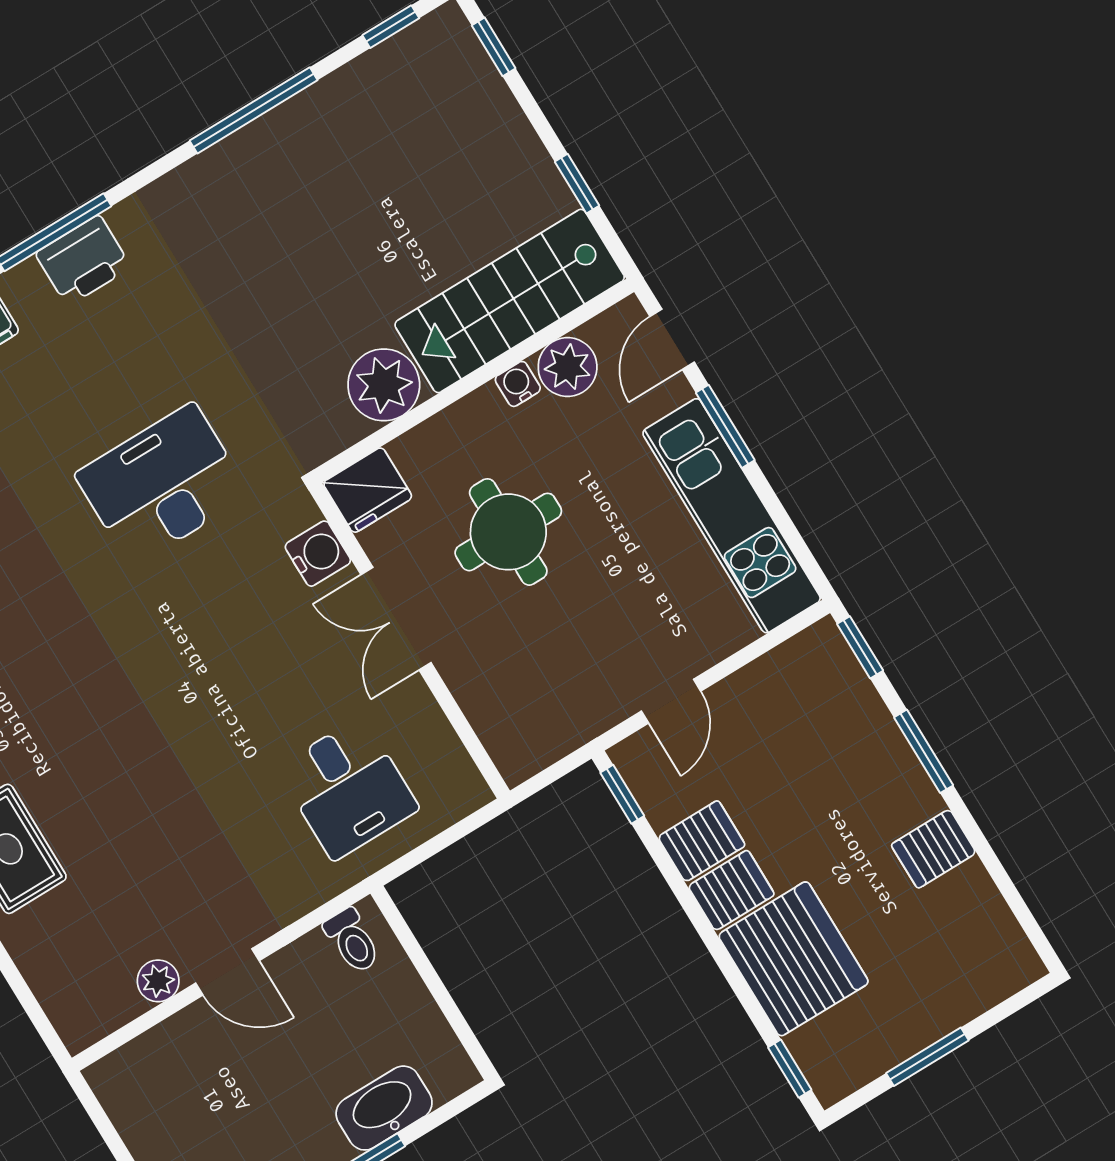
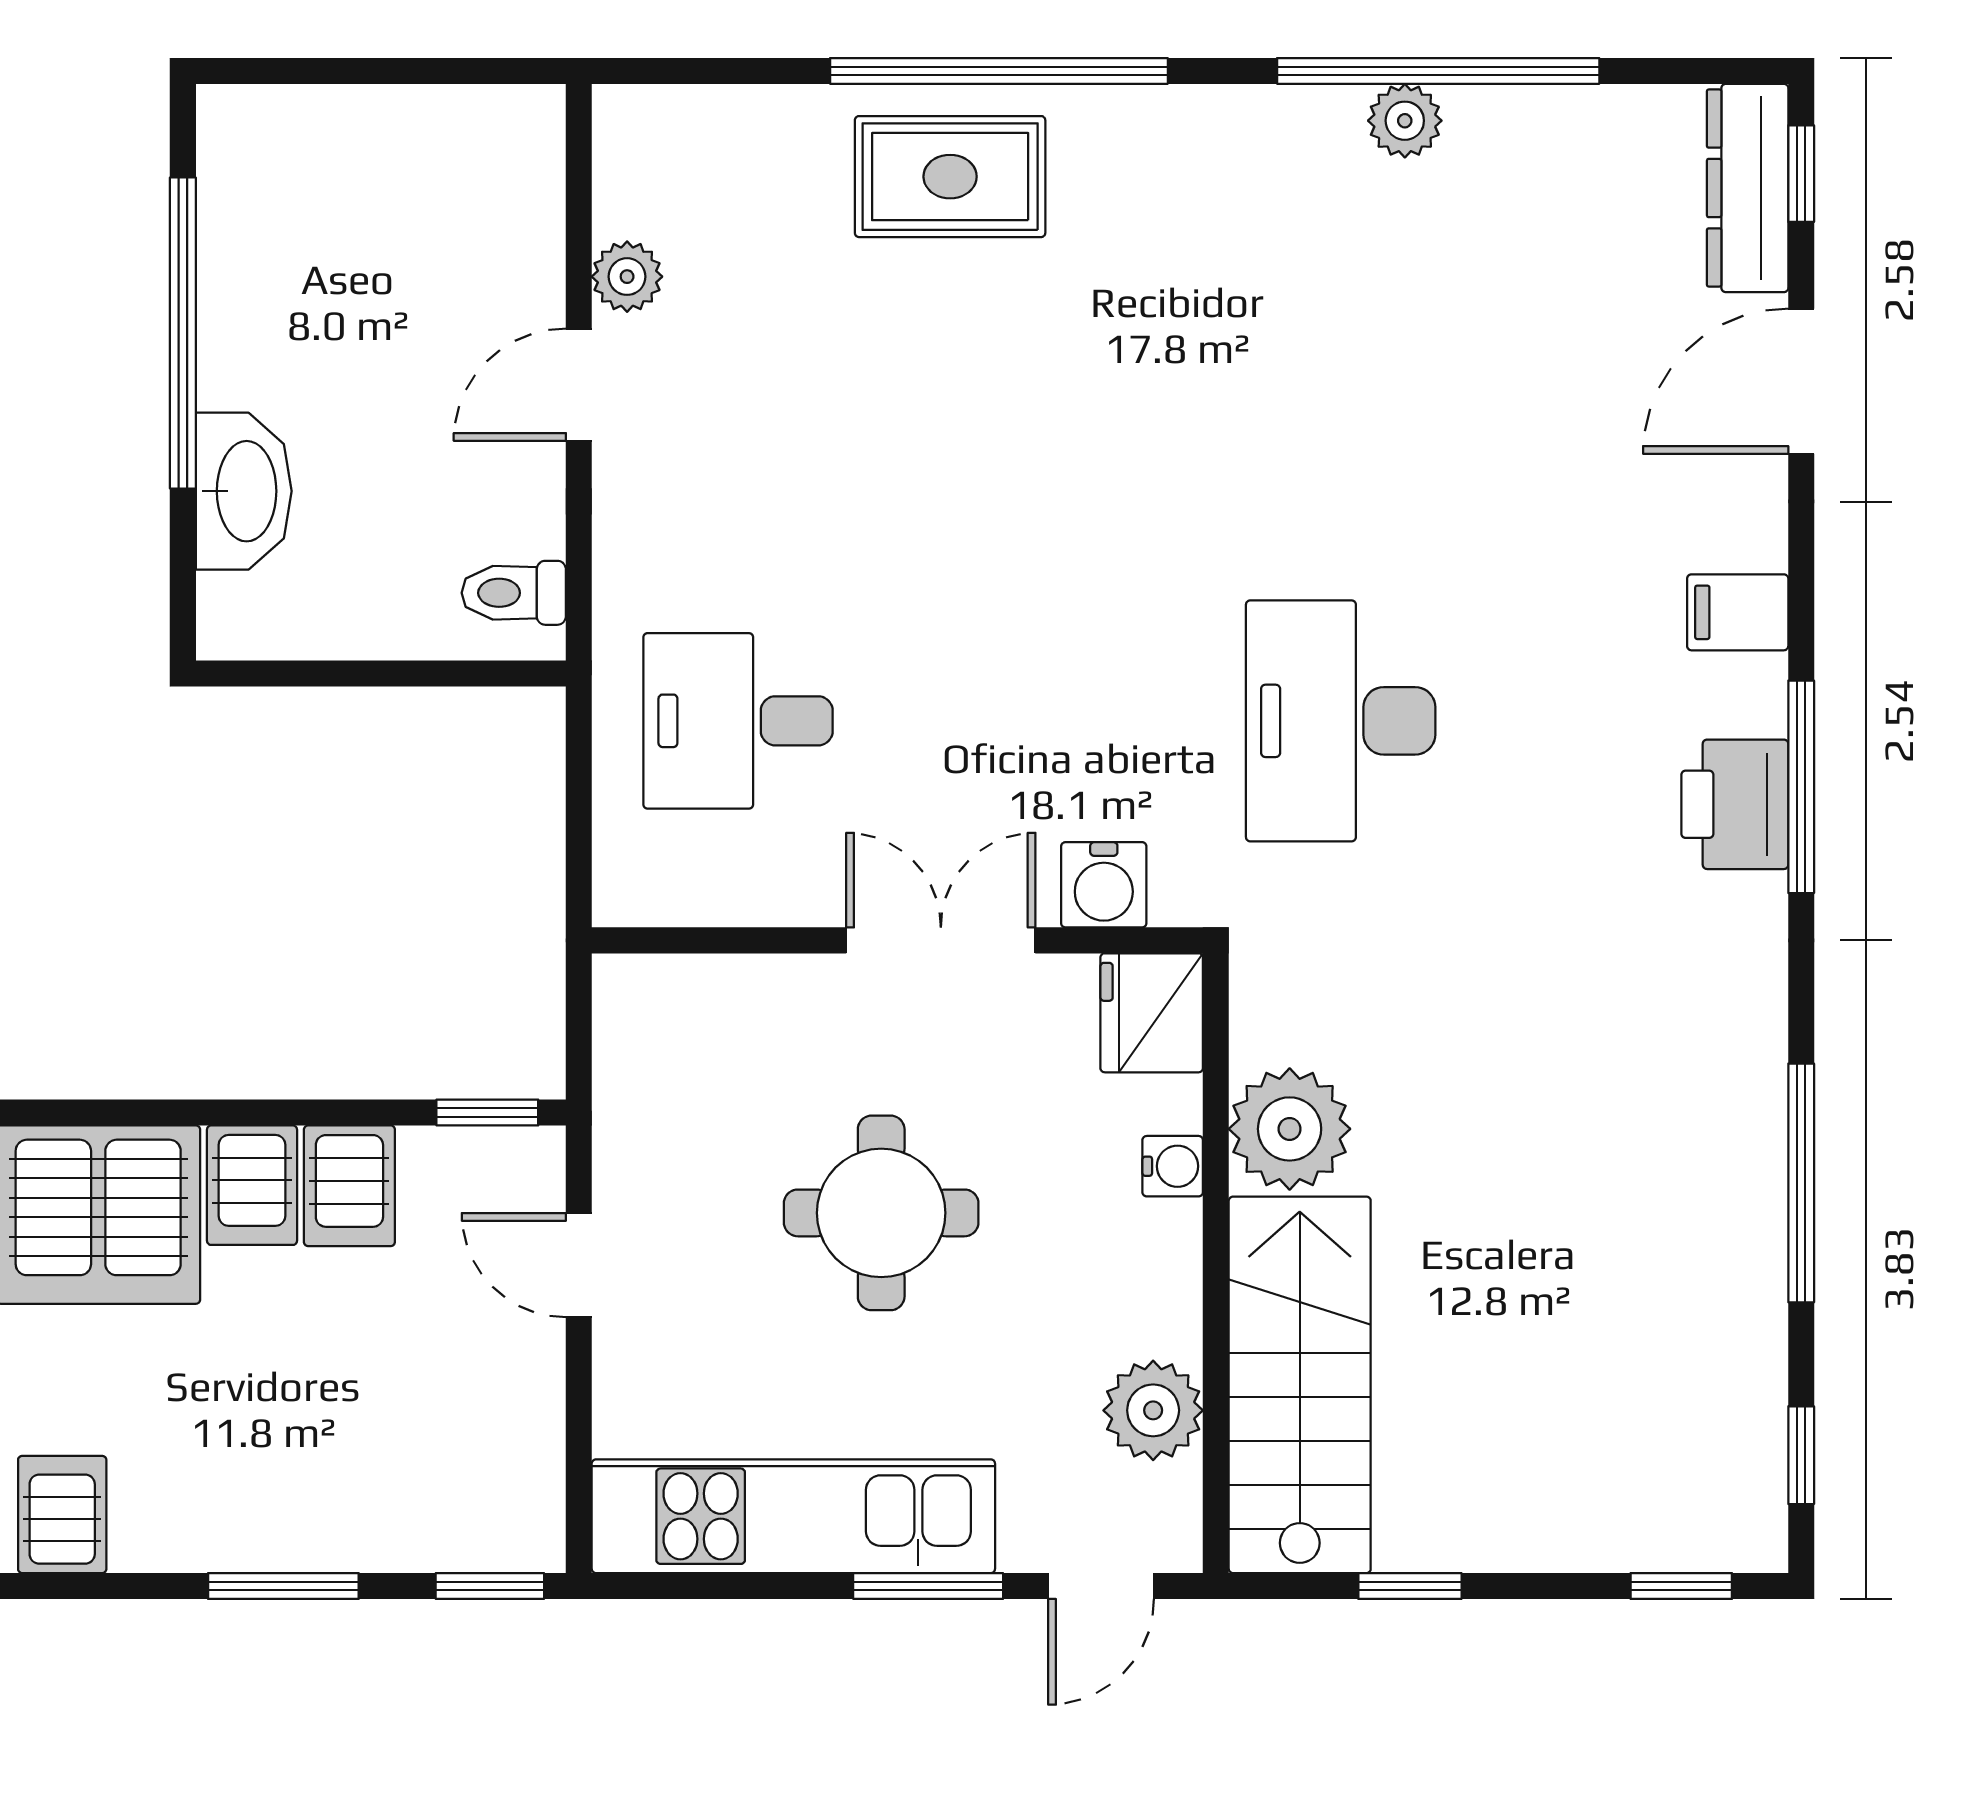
door: (672, 339) -> (1101, 1586), swing flipped
water cooler: (518, 384) -> (1173, 1166), moved
desk: (162, 485) -> (1341, 721), turned 180
round table: (508, 532) -> (881, 1213), moved
server rack: (934, 849) -> (62, 1514), moved

